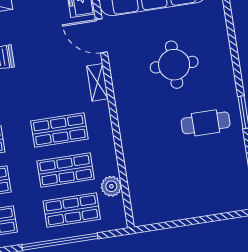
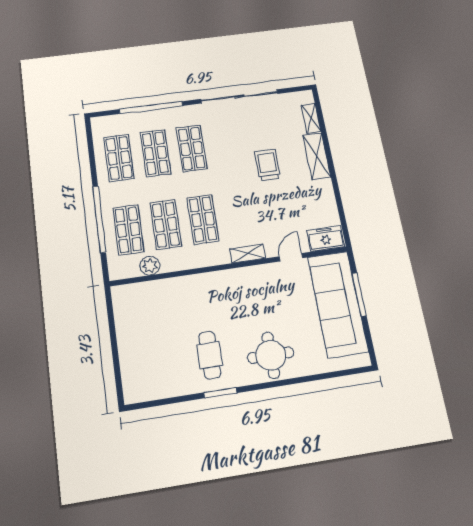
door: (101, 36) -> (291, 257), width x0.73
round table: (174, 65) -> (271, 355), moved

